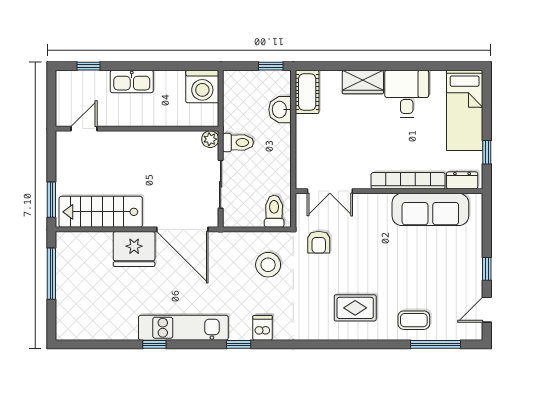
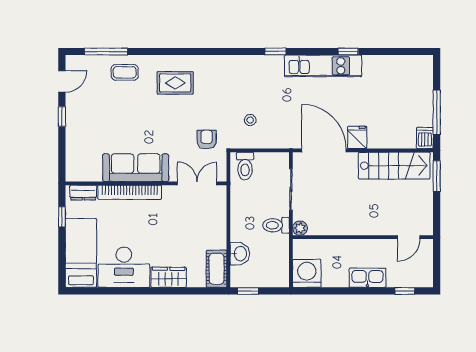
desk: (407, 94) -> (124, 267), width x1.37
sofa: (430, 209) -> (136, 168), moved
fridge: (134, 249) -> (357, 137), width x0.53, depth x0.75
stool: (268, 265) -> (250, 120), width x0.53, depth x0.53
dishwasher: (263, 328) -> (425, 138), moved, turned 180

